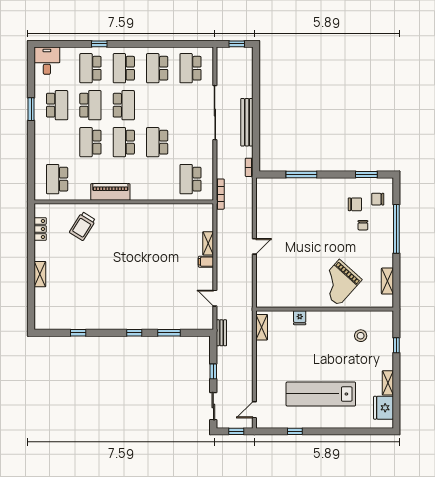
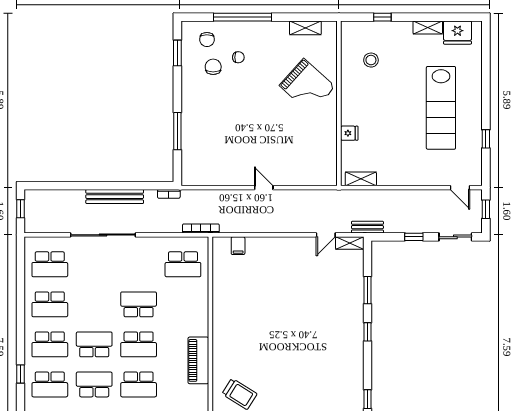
school desk: (157, 142) -> (139, 304), turned 180
shelving: (208, 243) -> (350, 243), moved
filing cabinet: (206, 262) -> (238, 246), moved

